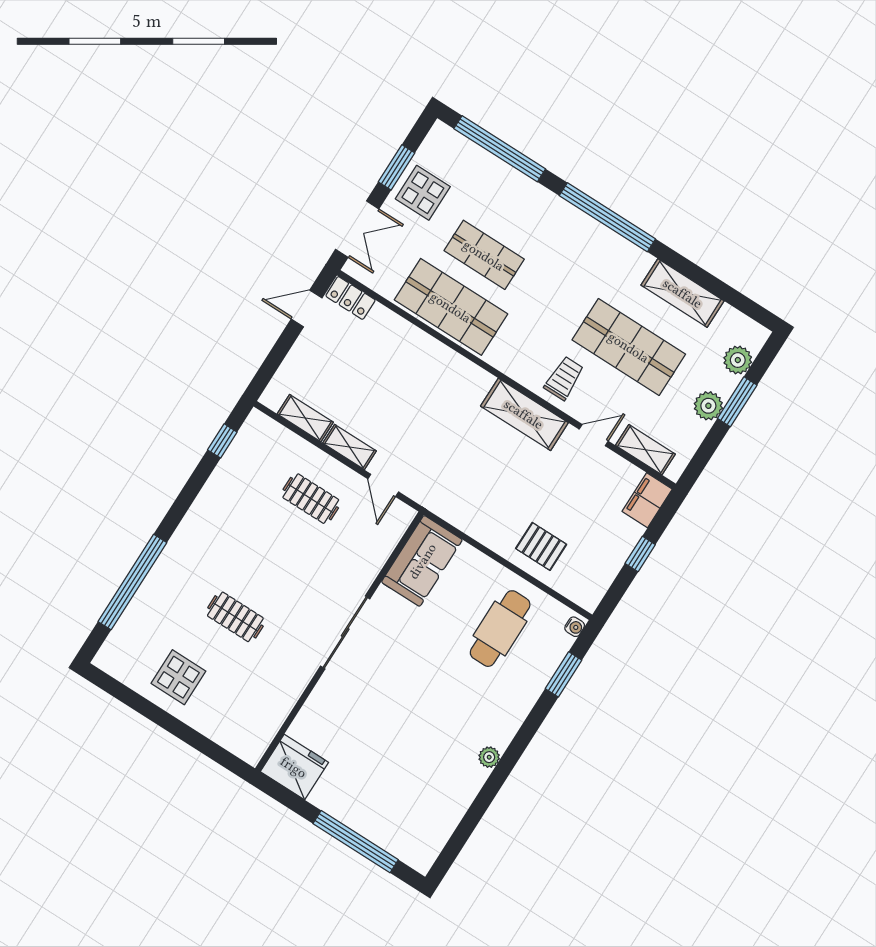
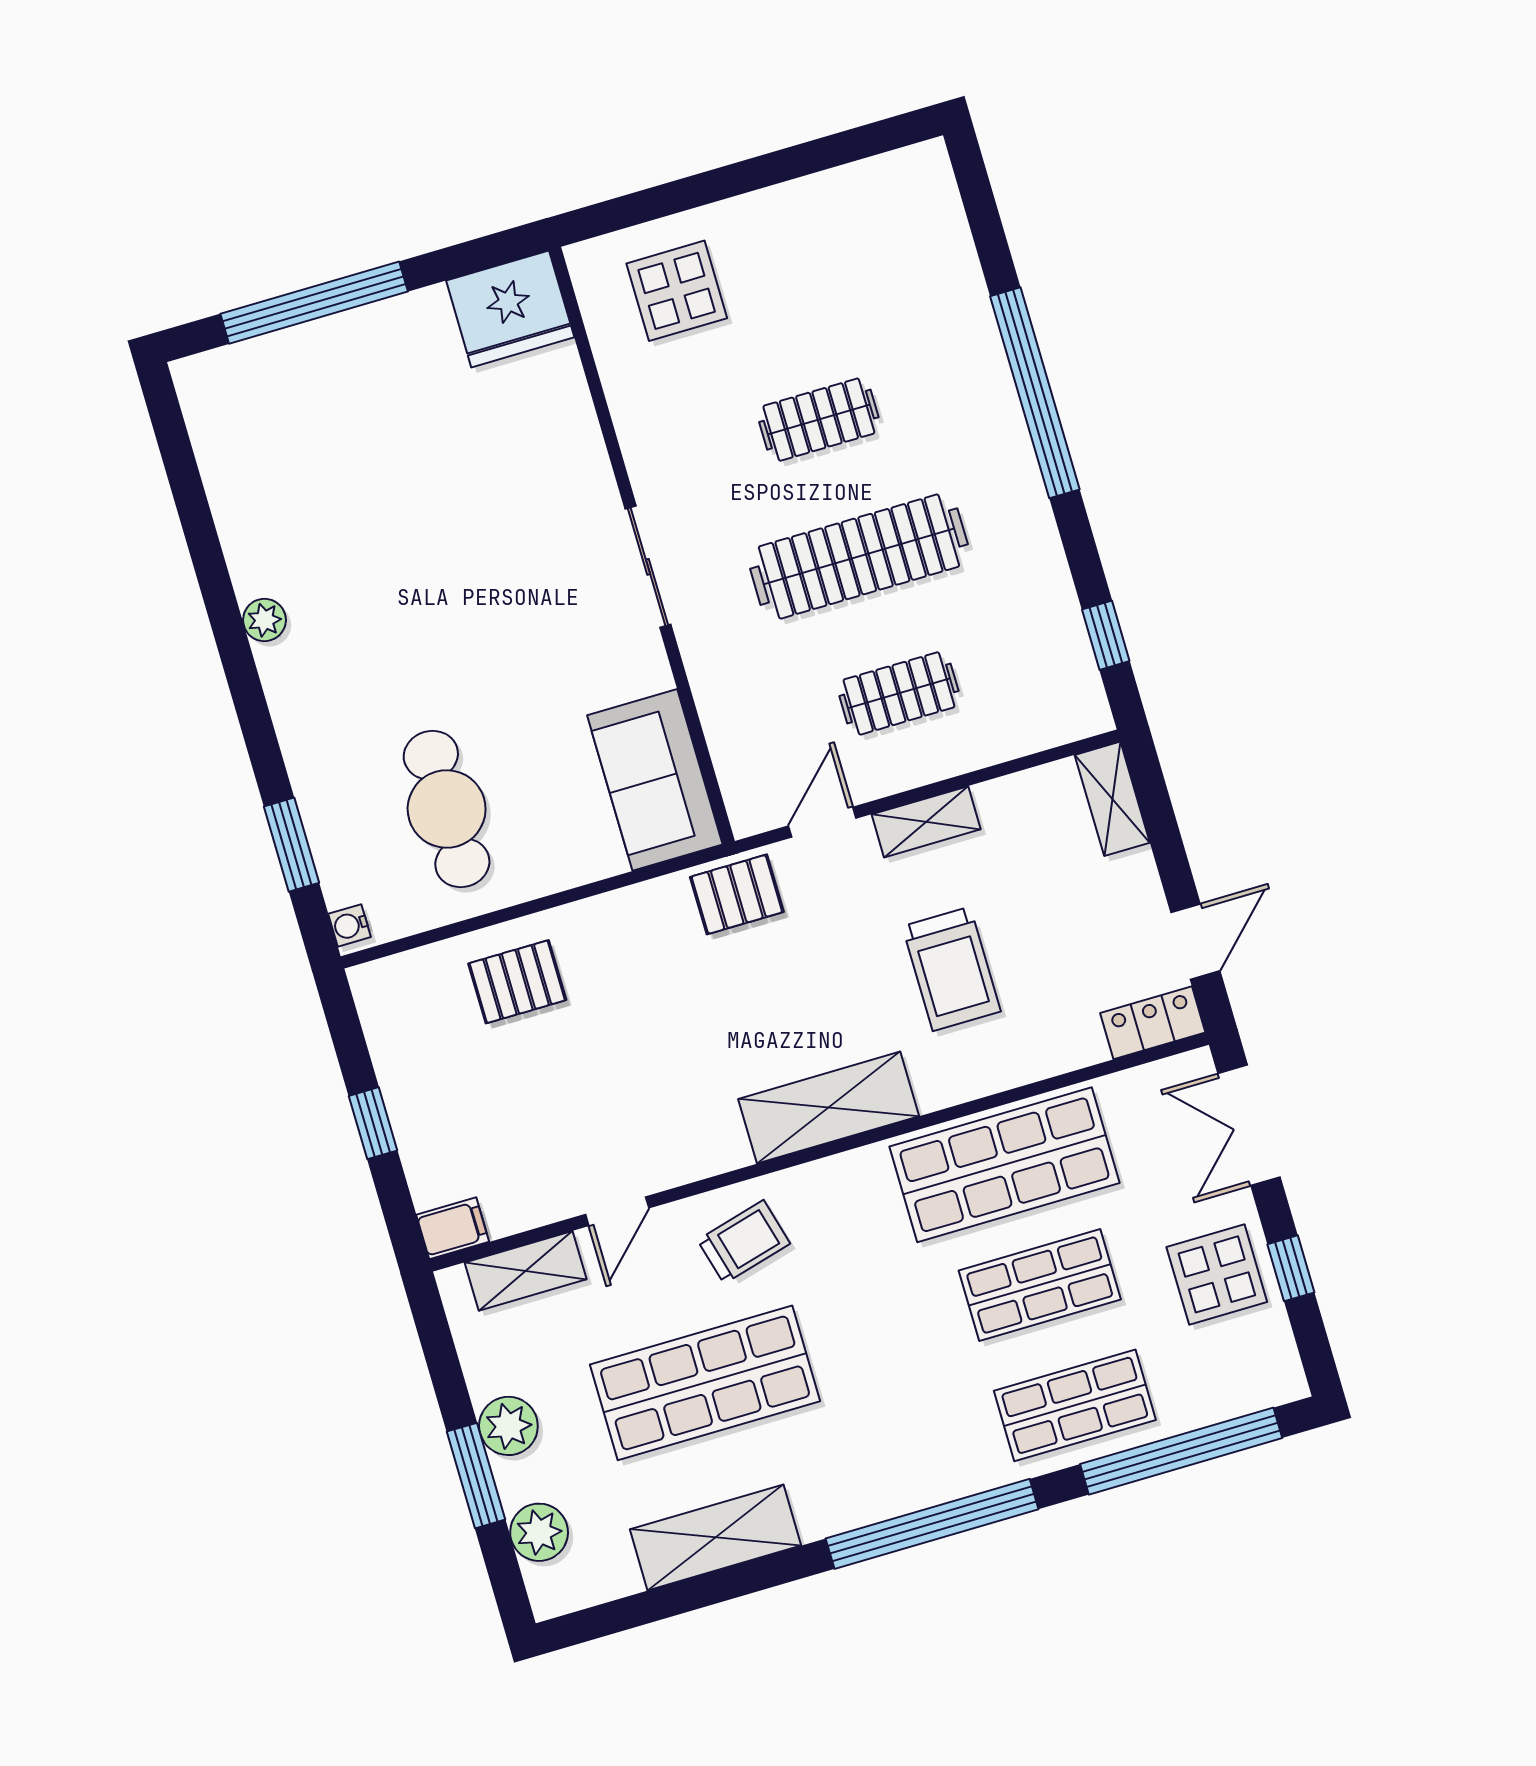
window: (397, 167) -> (1291, 1268), width x0.67
shop shelf: (517, 203) -> (1075, 1405), added
trolley: (564, 378) -> (744, 1242), turned -105
trolley: (396, 390) -> (951, 969), added
shelving: (524, 414) -> (829, 1108), moved
shelving: (305, 418) -> (1112, 799), moved, turned 90
door: (383, 485) -> (822, 822), hinge flipped
pallet: (438, 493) -> (737, 894), added
filing cabinet: (647, 500) -> (453, 1228), width x0.50
clothes rail: (273, 558) -> (859, 557), added
window: (132, 582) -> (1035, 393), moved
sliding door: (345, 632) -> (648, 567), width x0.73
display table: (178, 677) -> (677, 291), moved

